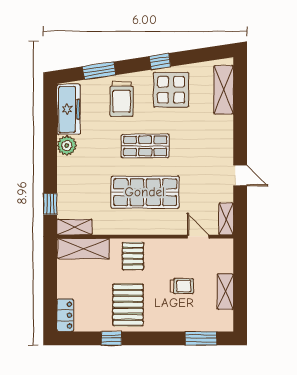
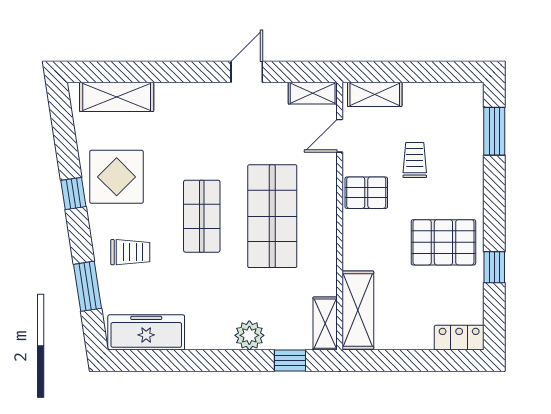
trolley: (122, 99) -> (130, 252), width x0.73, depth x0.72
plant: (67, 146) -> (249, 335), moved
pallet: (133, 256) -> (366, 193), moved
shelving: (225, 292) -> (375, 94), moved

